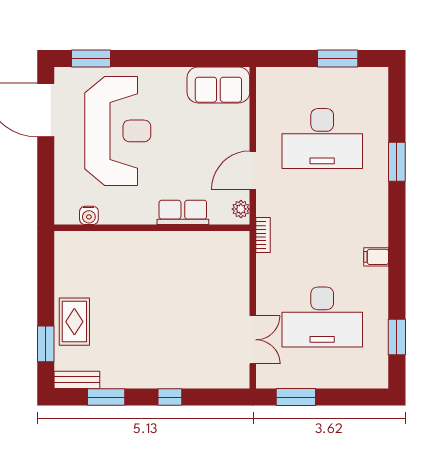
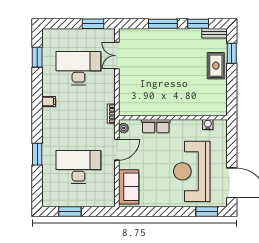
sofa: (218, 85) -> (129, 187), moved, turned 90
window: (170, 397) -> (163, 24), width x2.17

